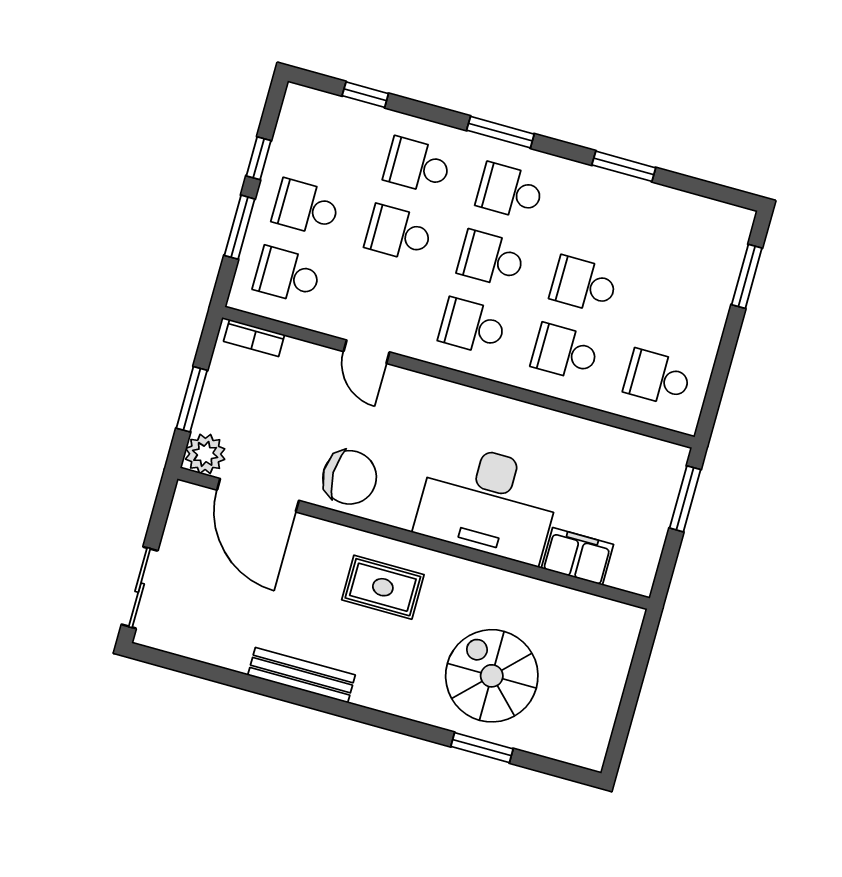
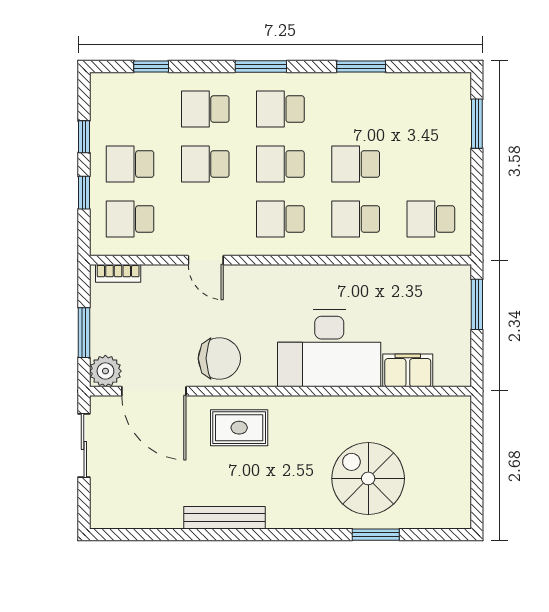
window: (240, 227) -> (84, 193), width x0.67
rug: (383, 587) -> (239, 428), moved
sliding door: (140, 588) -> (84, 445), moved

